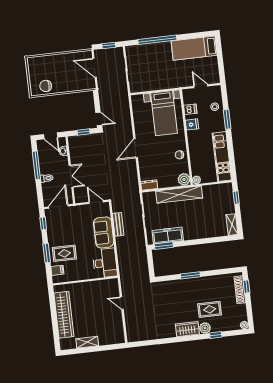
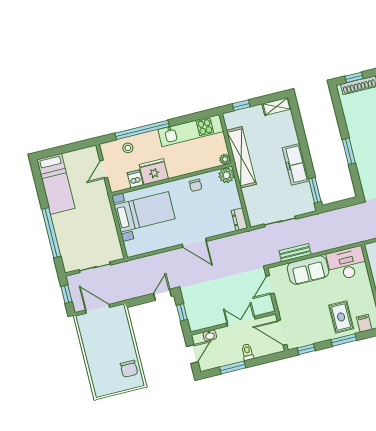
door: (95, 68) -> (98, 309), swing flipped
window: (227, 119) -> (142, 130), width x2.11
fridge: (192, 124) -> (154, 172), width x1.88, depth x1.34
window: (36, 165) -> (233, 367), width x0.69
shelving: (179, 195) -> (241, 157), moved
freezer: (168, 236) -> (296, 164), moved

